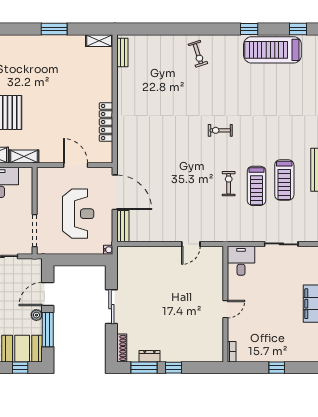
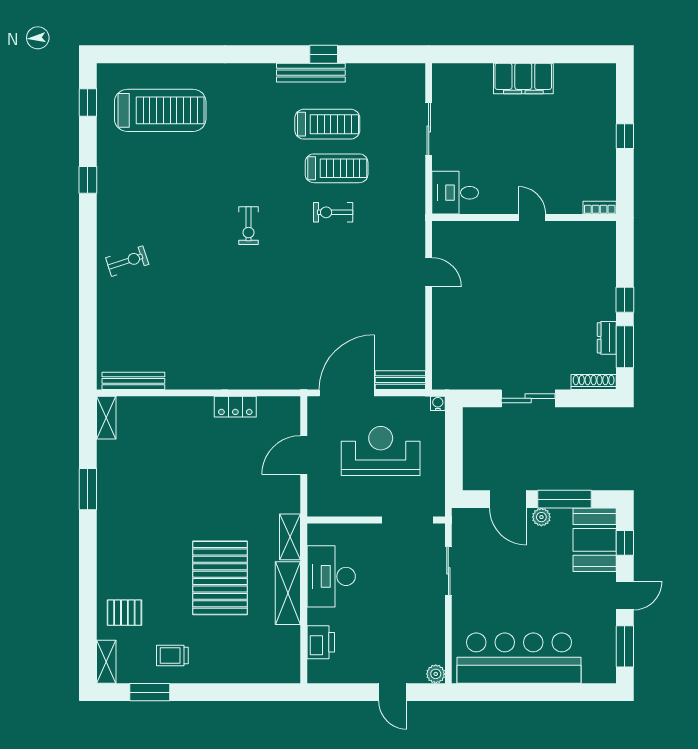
treadmill: (272, 50) -> (160, 110), moved, turned -90
bench: (122, 52) -> (133, 381), width x1.36
locker: (106, 122) -> (235, 407), width x0.66

